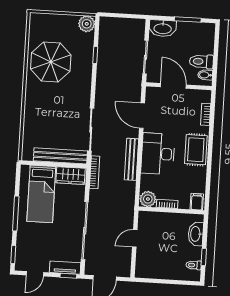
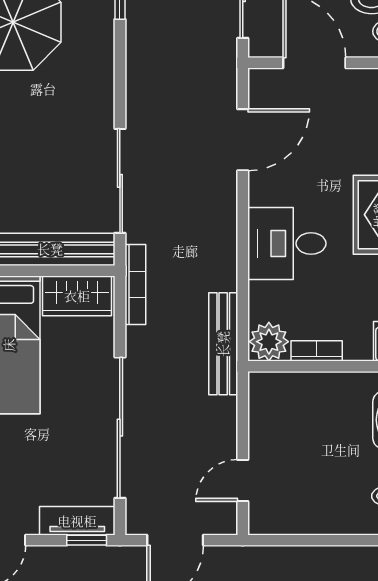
door: (142, 116) -> (243, 140), swing flipped
desk: (158, 154) -> (287, 243), width x0.73
bench: (131, 159) -> (223, 344), moved
door: (135, 238) -> (243, 480), moved

